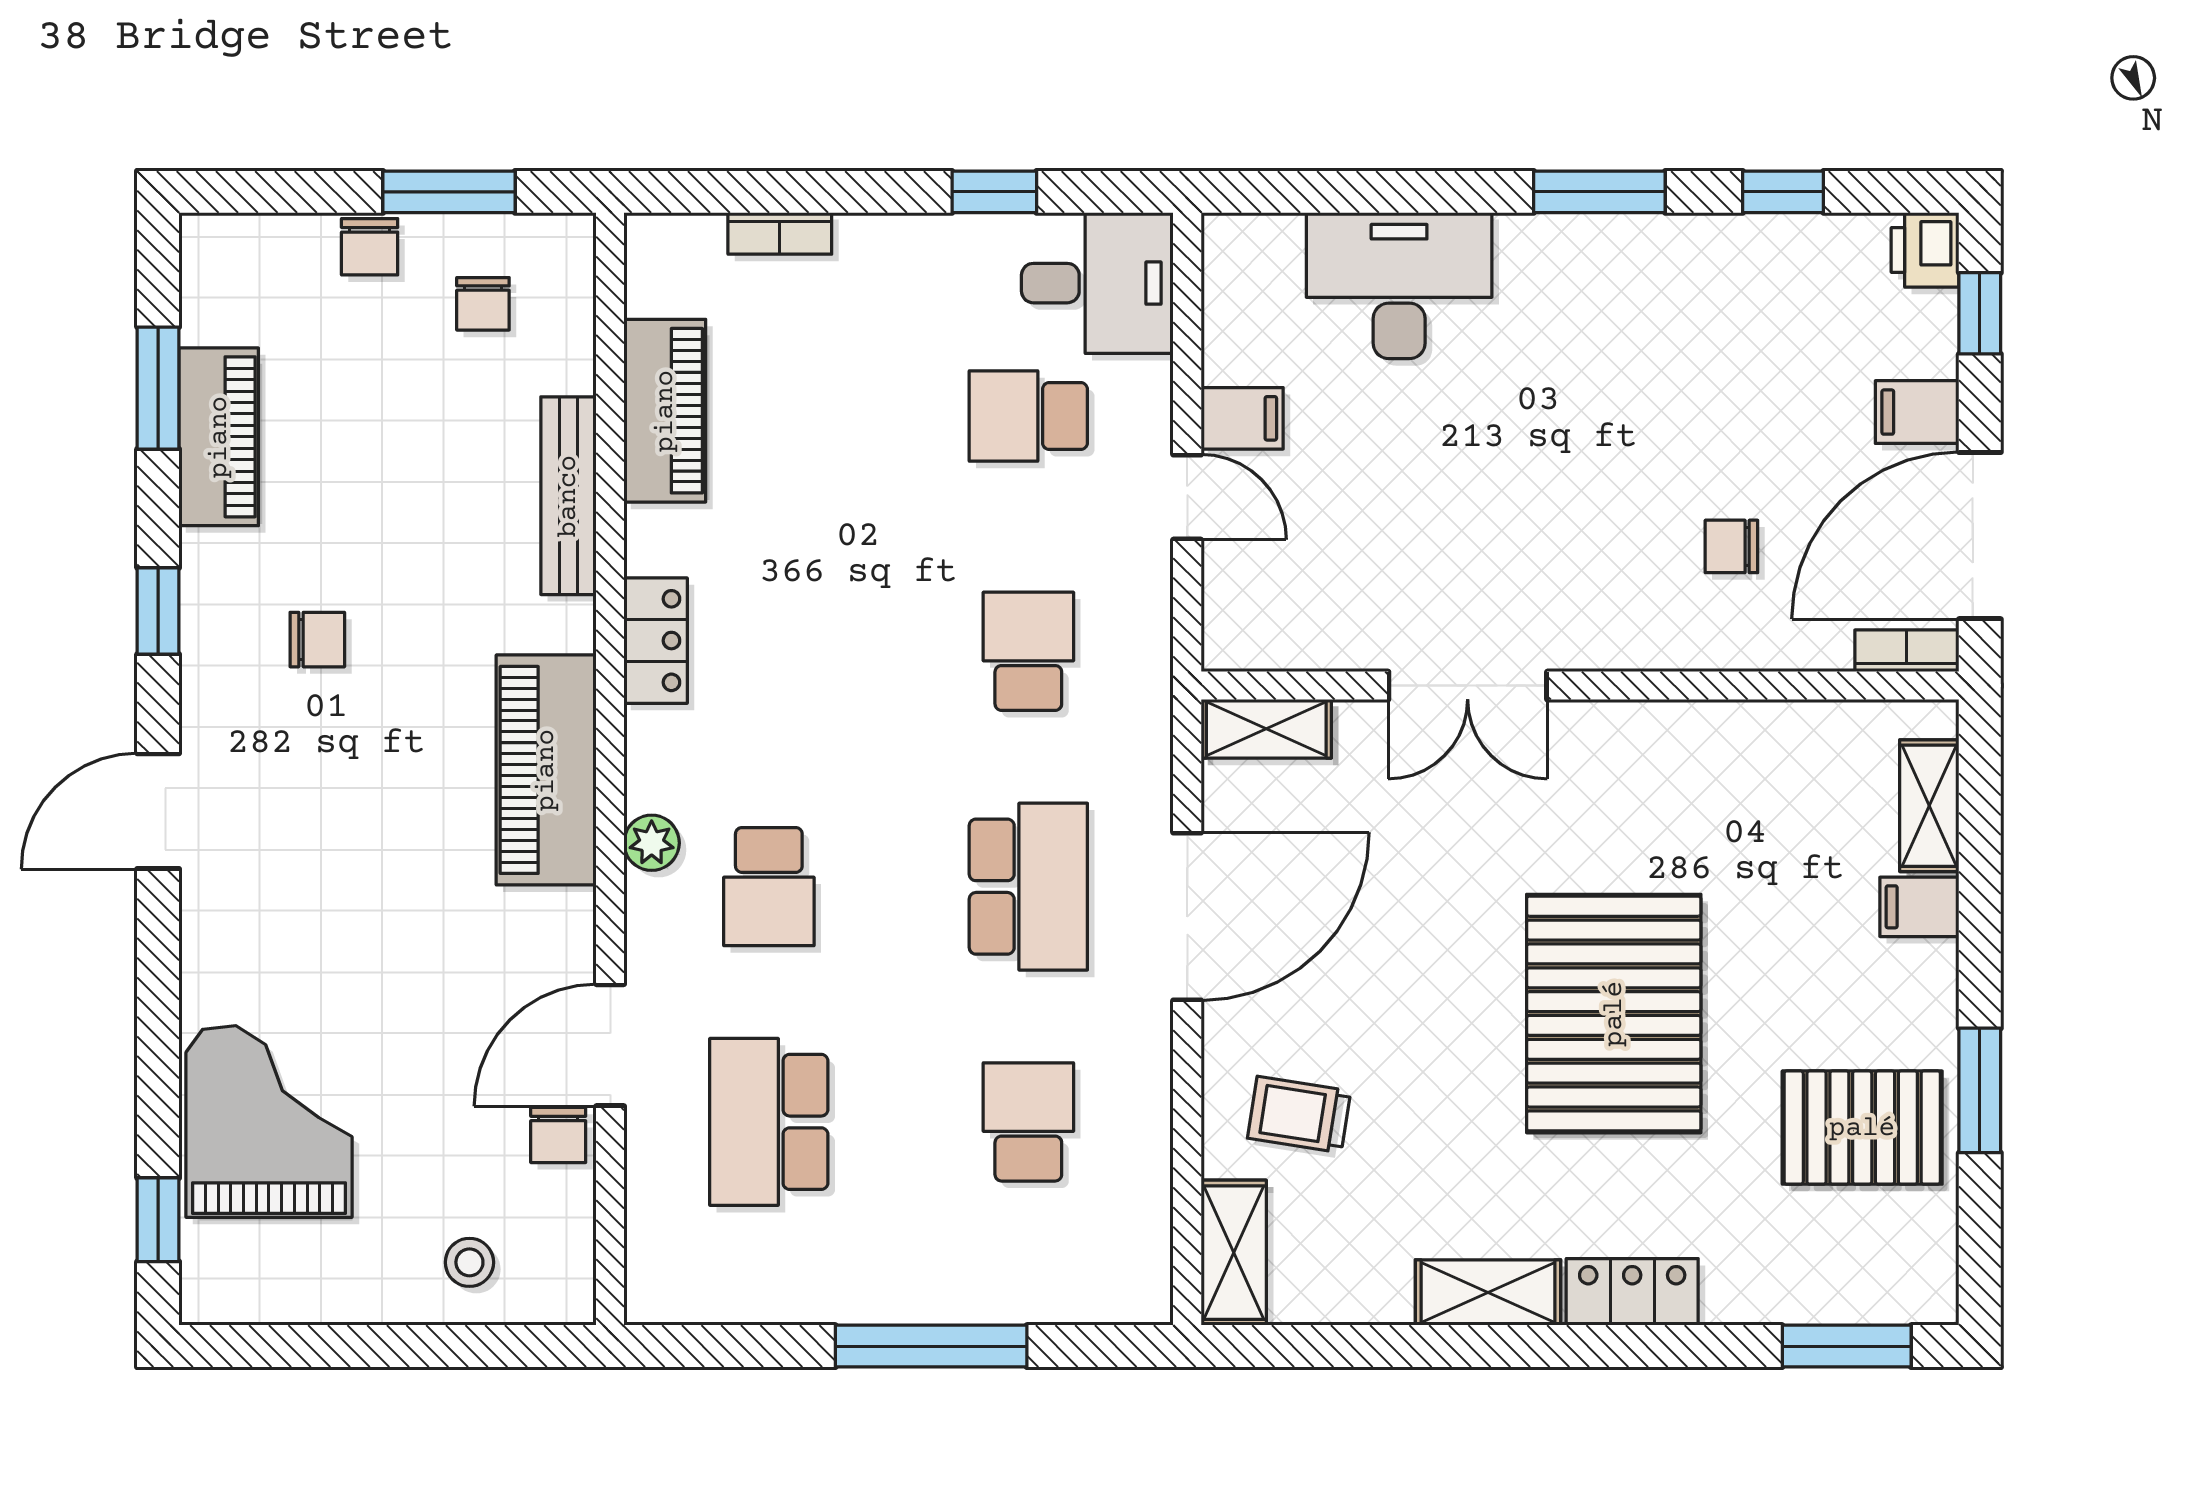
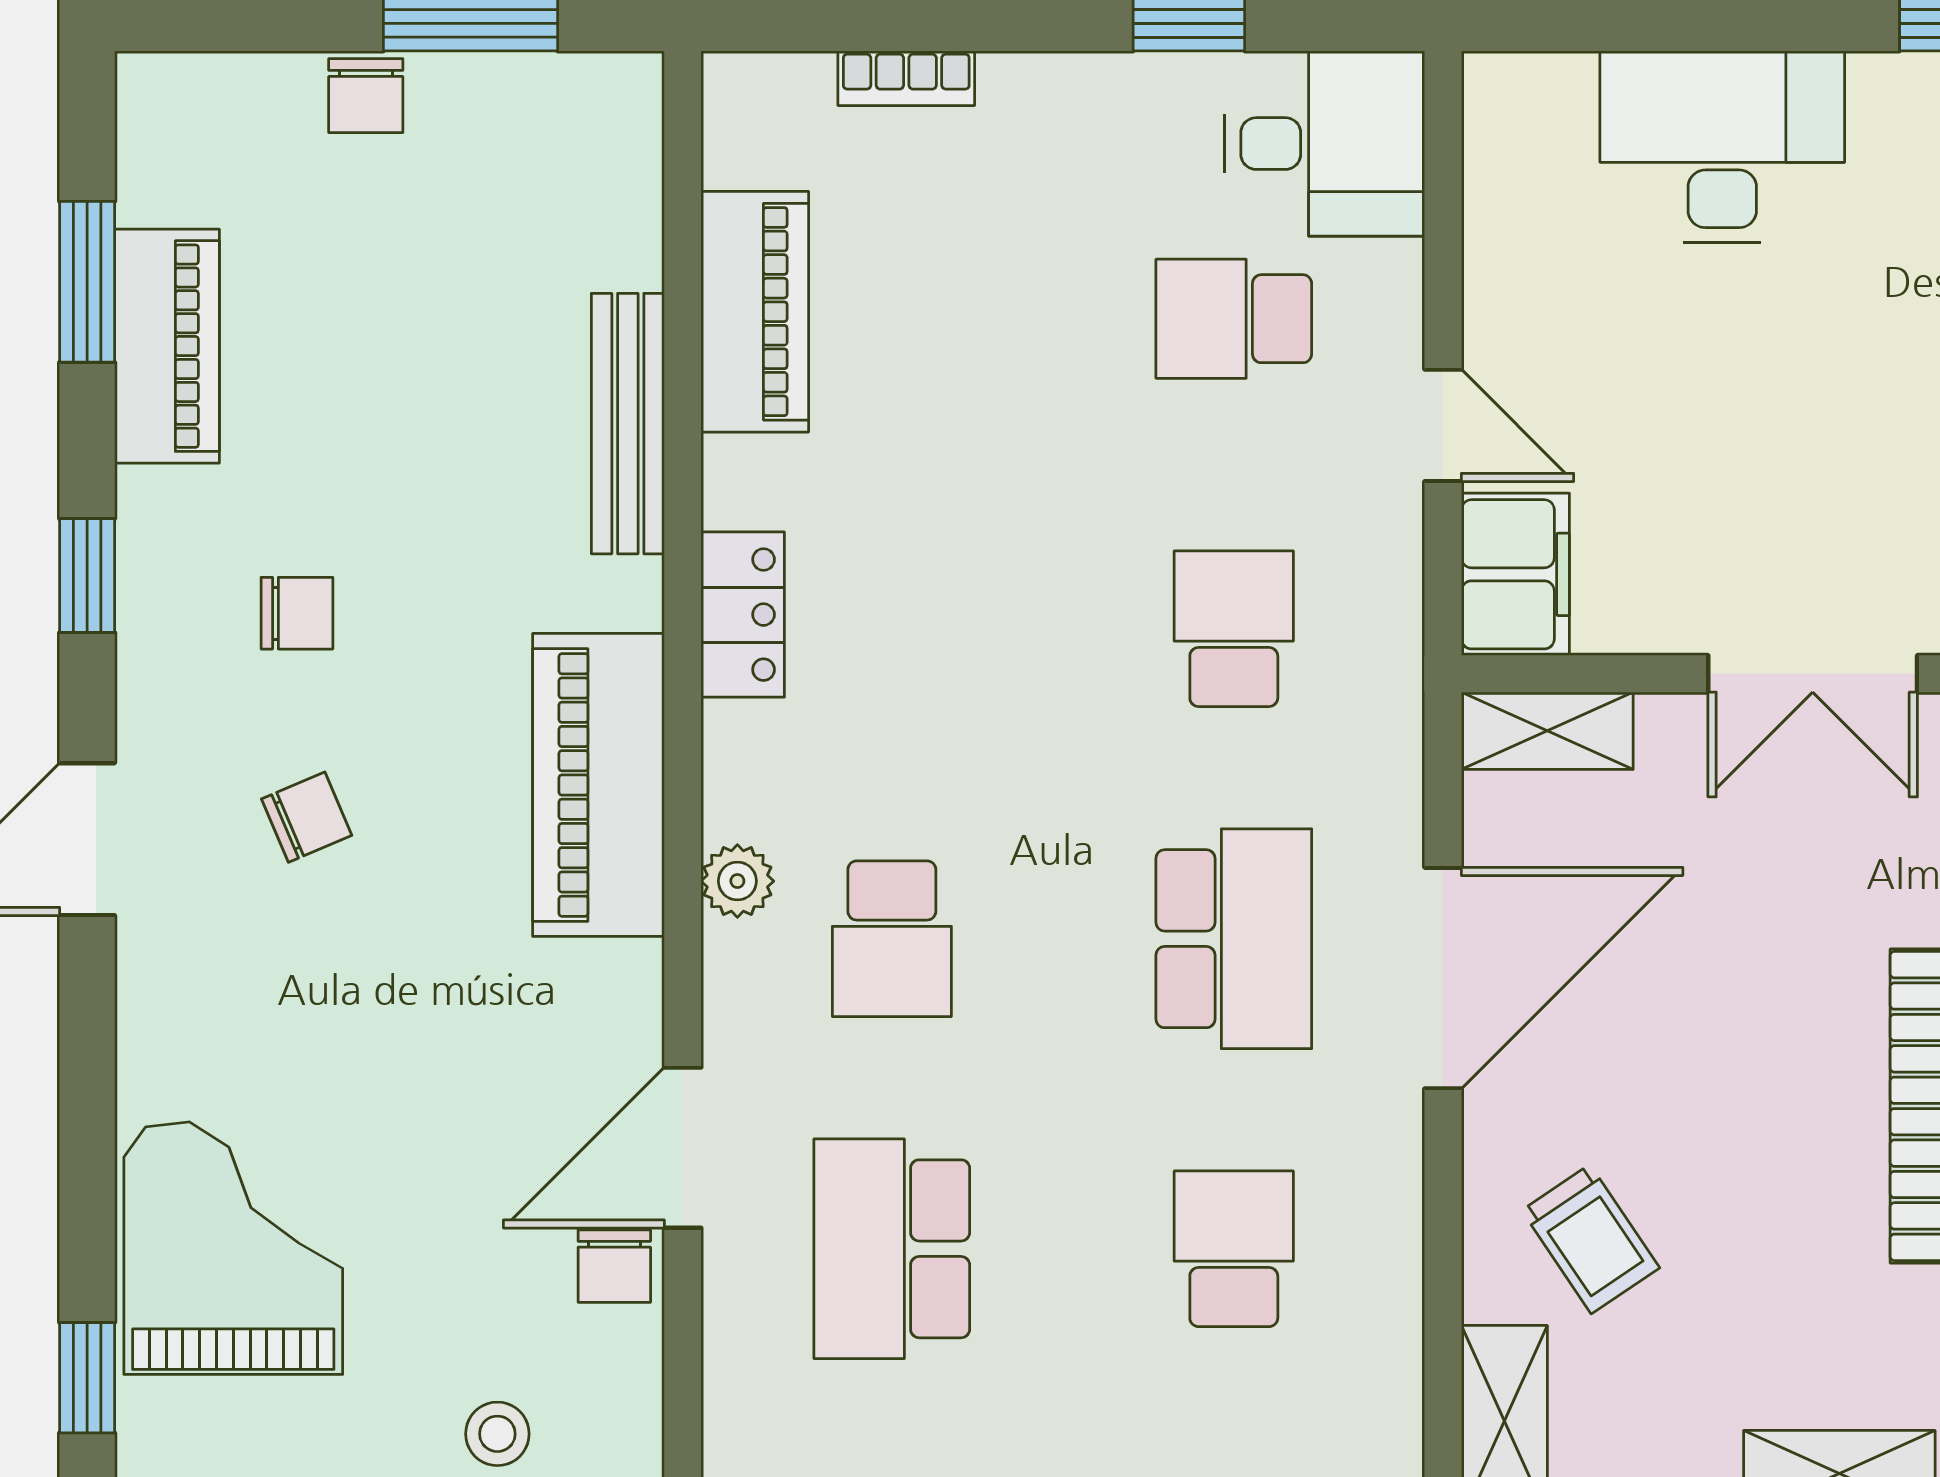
chair: (483, 304) -> (307, 817), moved, turned -113
filing cabinet: (1242, 418) -> (1515, 574), moved, width x2.00
trolley: (1299, 1115) -> (1591, 1239), turned -133

